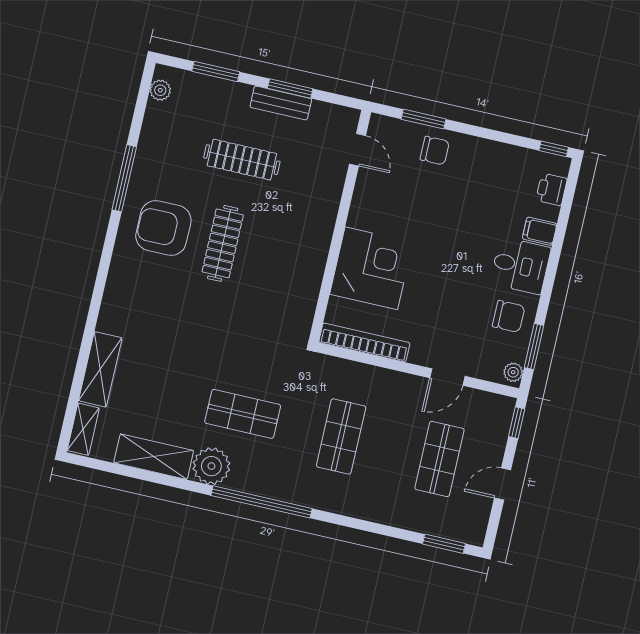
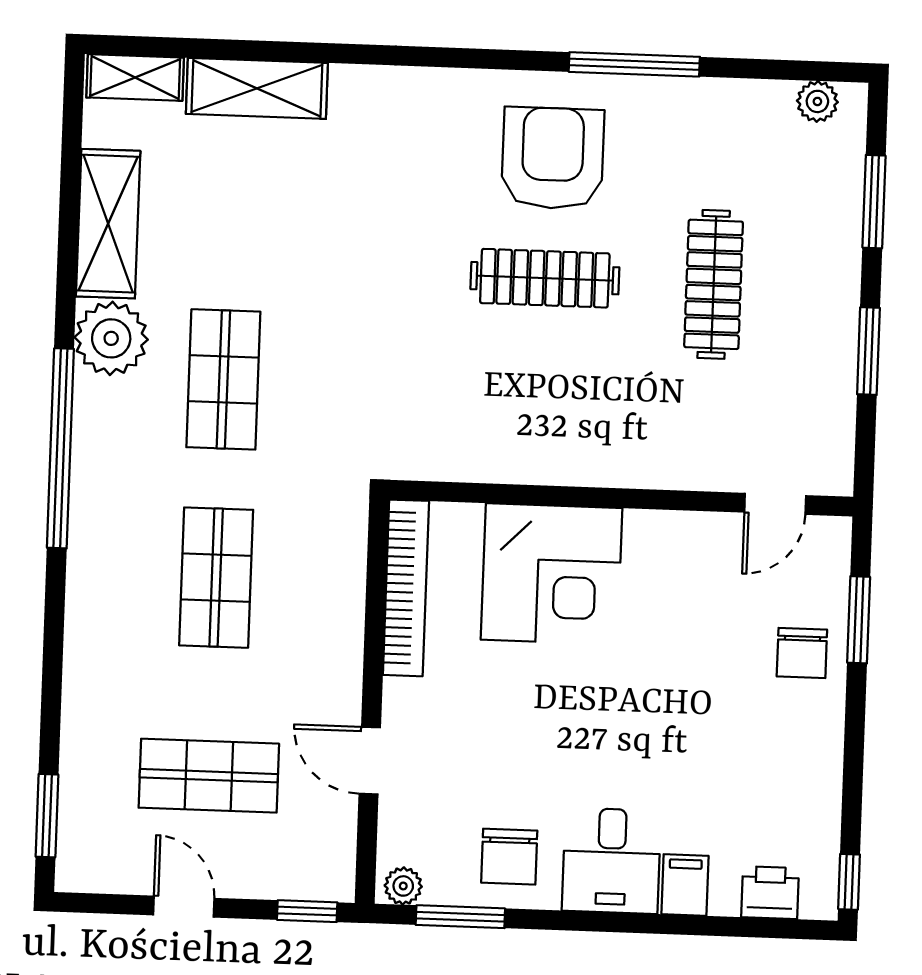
bench: (281, 103) -> (837, 339), removed
shop shelf: (341, 436) -> (216, 578), turned 90

